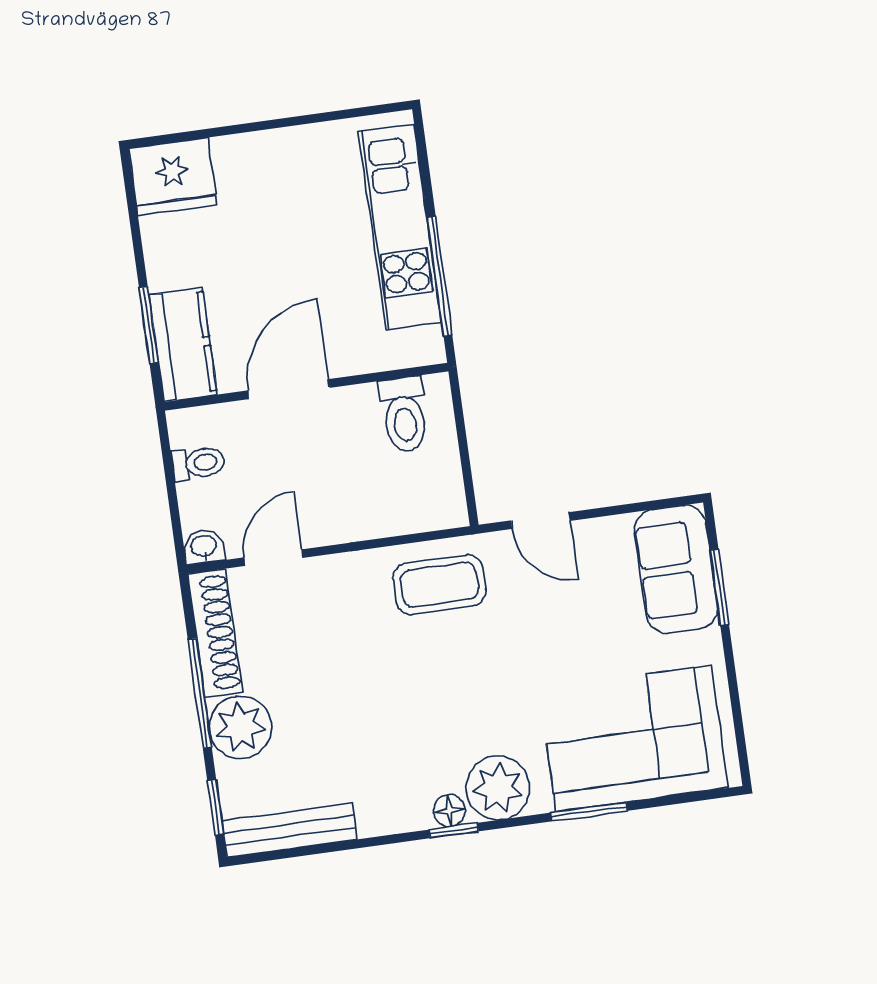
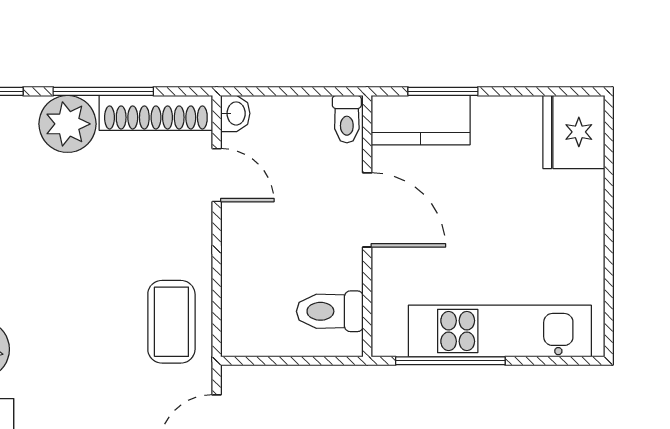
toilet: (198, 463) -> (347, 119), moved

